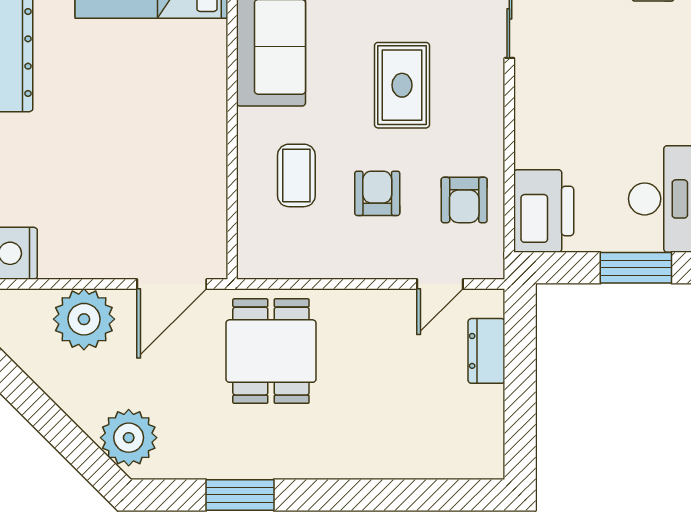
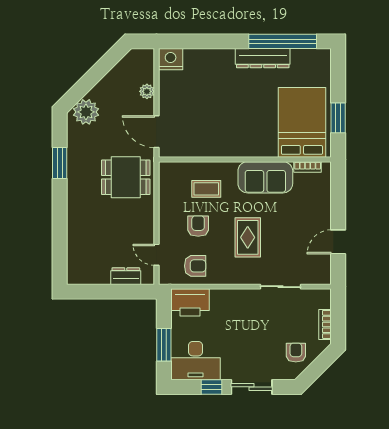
rug: (402, 85) -> (248, 237), turned 90
armchair: (377, 193) -> (198, 226), turned -90
armchair: (464, 200) -> (195, 266), turned 180
plant: (84, 319) -> (147, 91), width x0.53, depth x0.53

